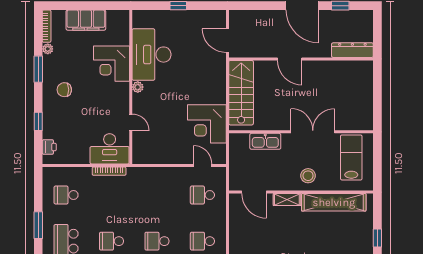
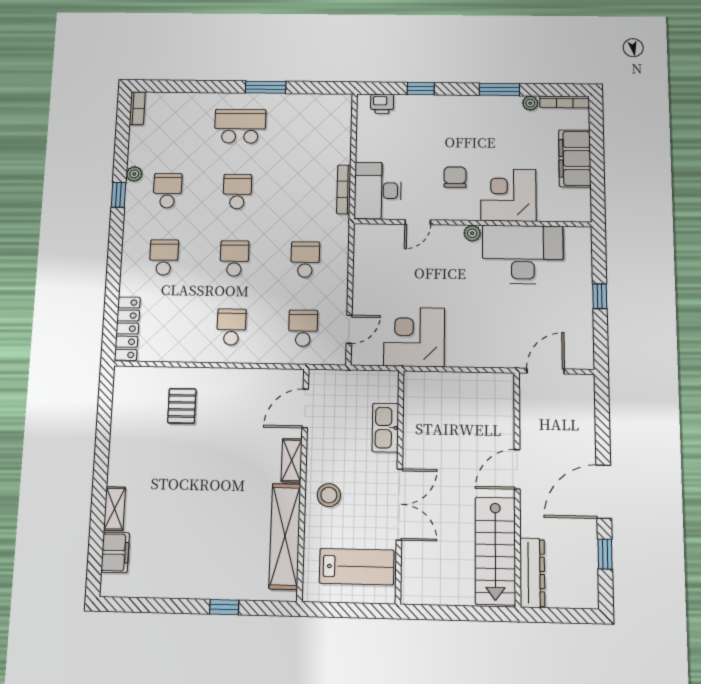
chair: (64, 90) -> (455, 177), moved
stairs: (241, 93) -> (495, 551), moved, turned 90
school desk: (66, 195) -> (305, 260), moved

